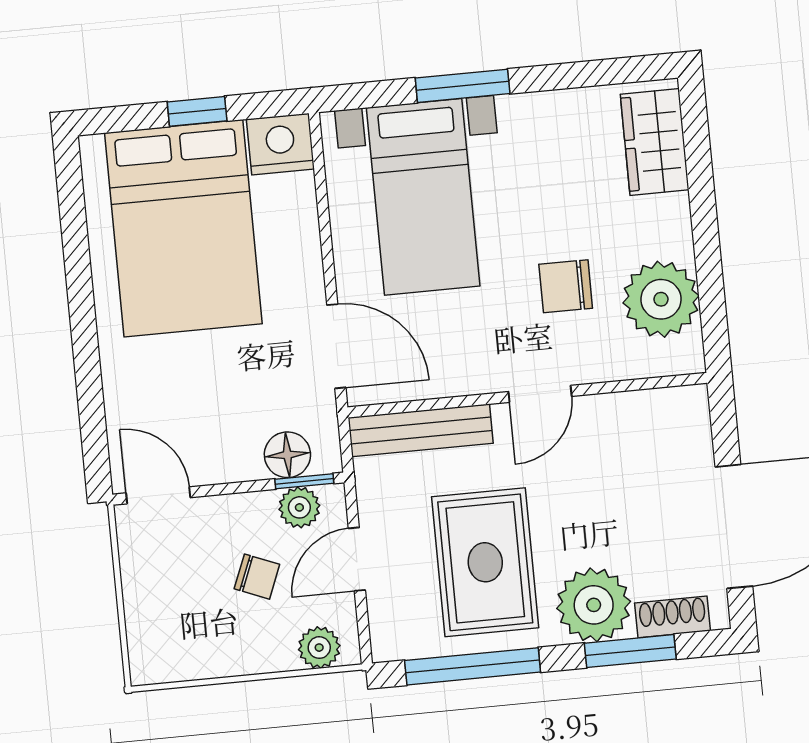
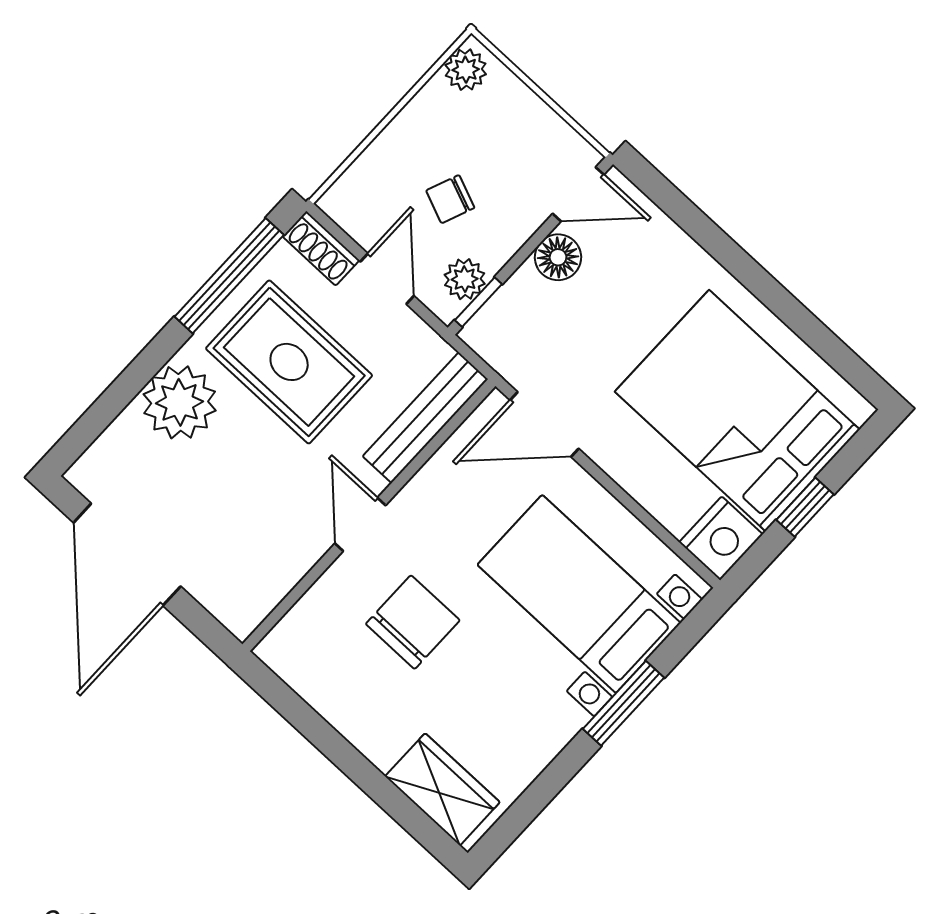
chair: (566, 286) -> (413, 622), width x1.37, depth x1.37
plant: (661, 299) -> (333, 676), removed
floor lamp: (287, 455) -> (558, 257), moved
shoe rack: (673, 617) -> (321, 248), moved, turned 90
plant: (319, 648) -> (466, 70), moved
window: (630, 651) -> (121, 392), removed

